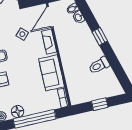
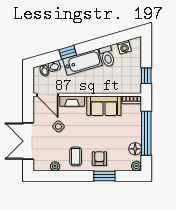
window: (100, 36) -> (68, 52), moved
bathtub: (88, 43) -> (83, 62), added
washing machine: (112, 79) -> (124, 47), added
window: (100, 104) -> (146, 76), moved

